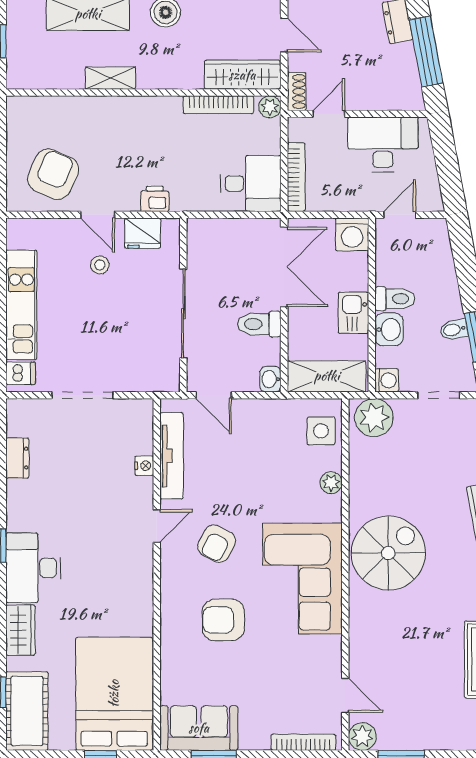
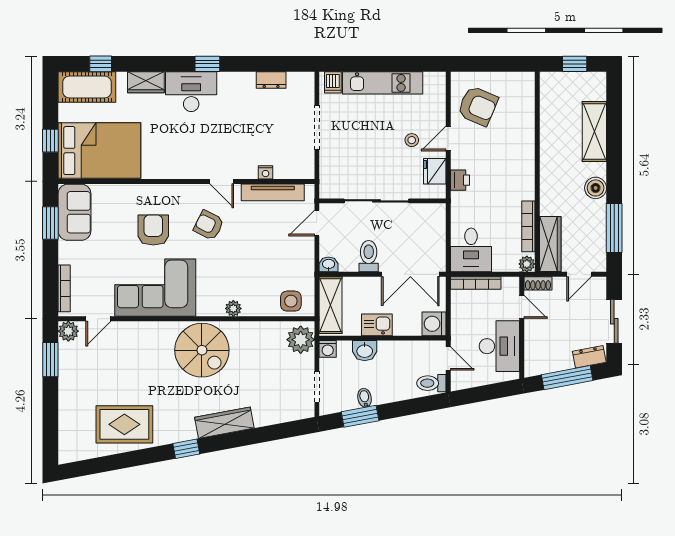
shelving: (110, 78) -> (548, 148), removed
toilet: (395, 299) -> (431, 383), moved, turned 90
plant: (331, 483) -> (233, 308), moved
corner sofa: (302, 579) -> (155, 288), moved

